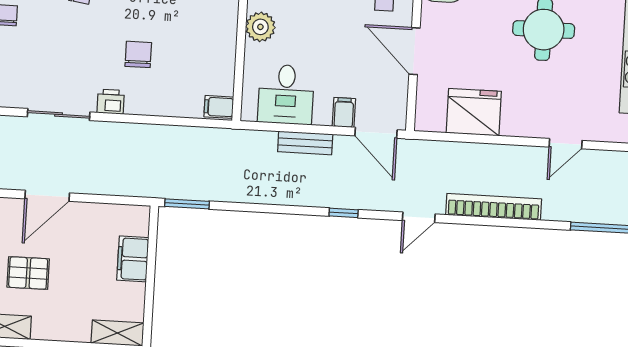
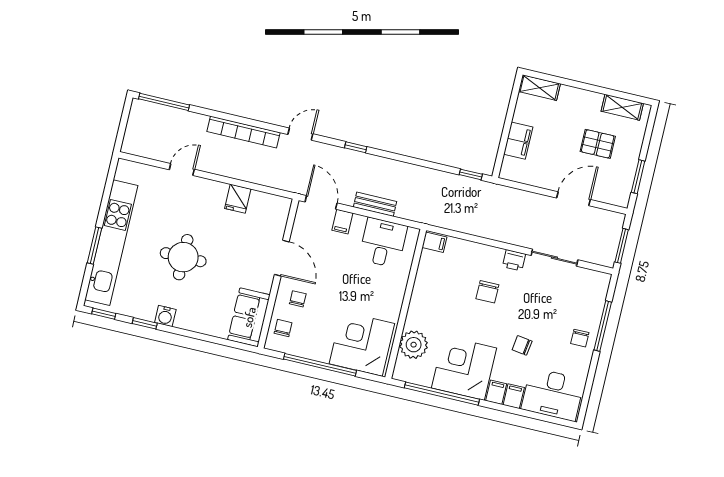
plant: (260, 27) -> (393, 296), removed
fridge: (474, 112) -> (238, 199), width x0.53, depth x0.75
window: (187, 204) -> (471, 174), width x0.67

